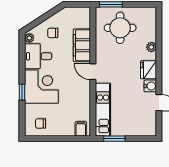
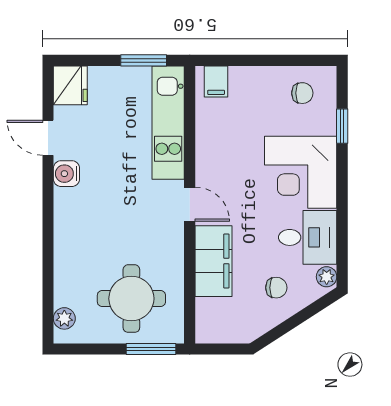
plant: (151, 47) -> (64, 318), moved
fridge: (148, 70) -> (70, 85), moved
window: (22, 92) -> (342, 126), moved

